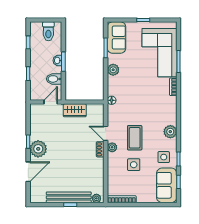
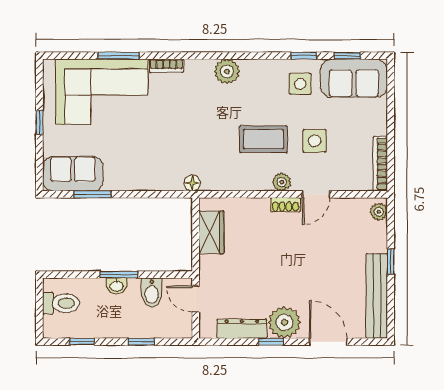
plant: (113, 70) -> (134, 180), removed
wardrobe: (75, 110) -> (211, 232), moved
dresser: (35, 126) -> (242, 329), added
plant: (170, 132) -> (227, 71), moved
door: (106, 133) -> (316, 194), moved
bench: (69, 197) -> (377, 296), moved

